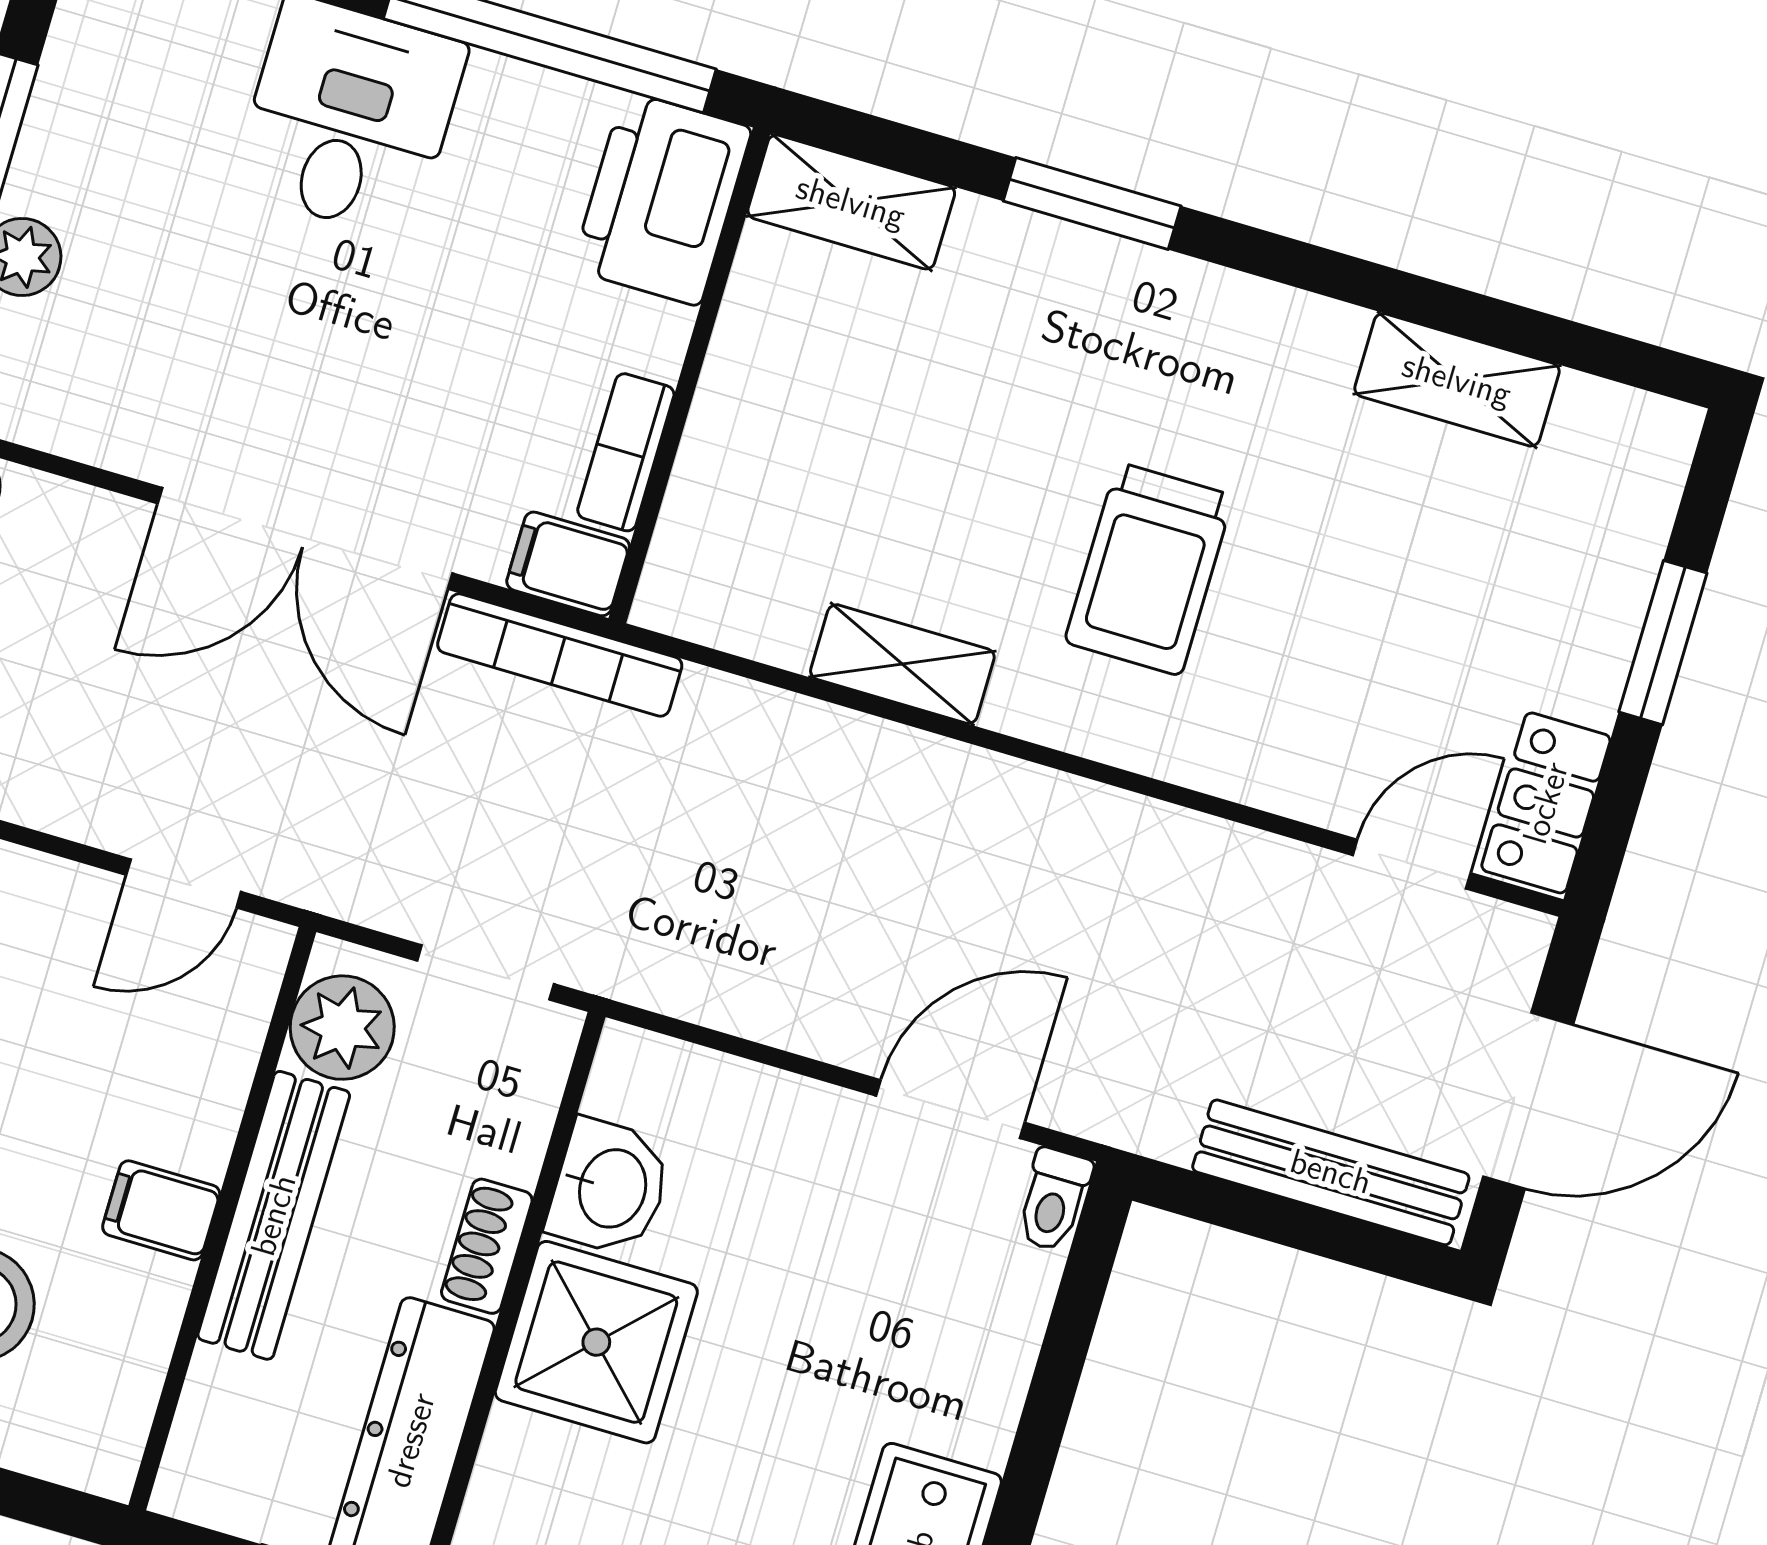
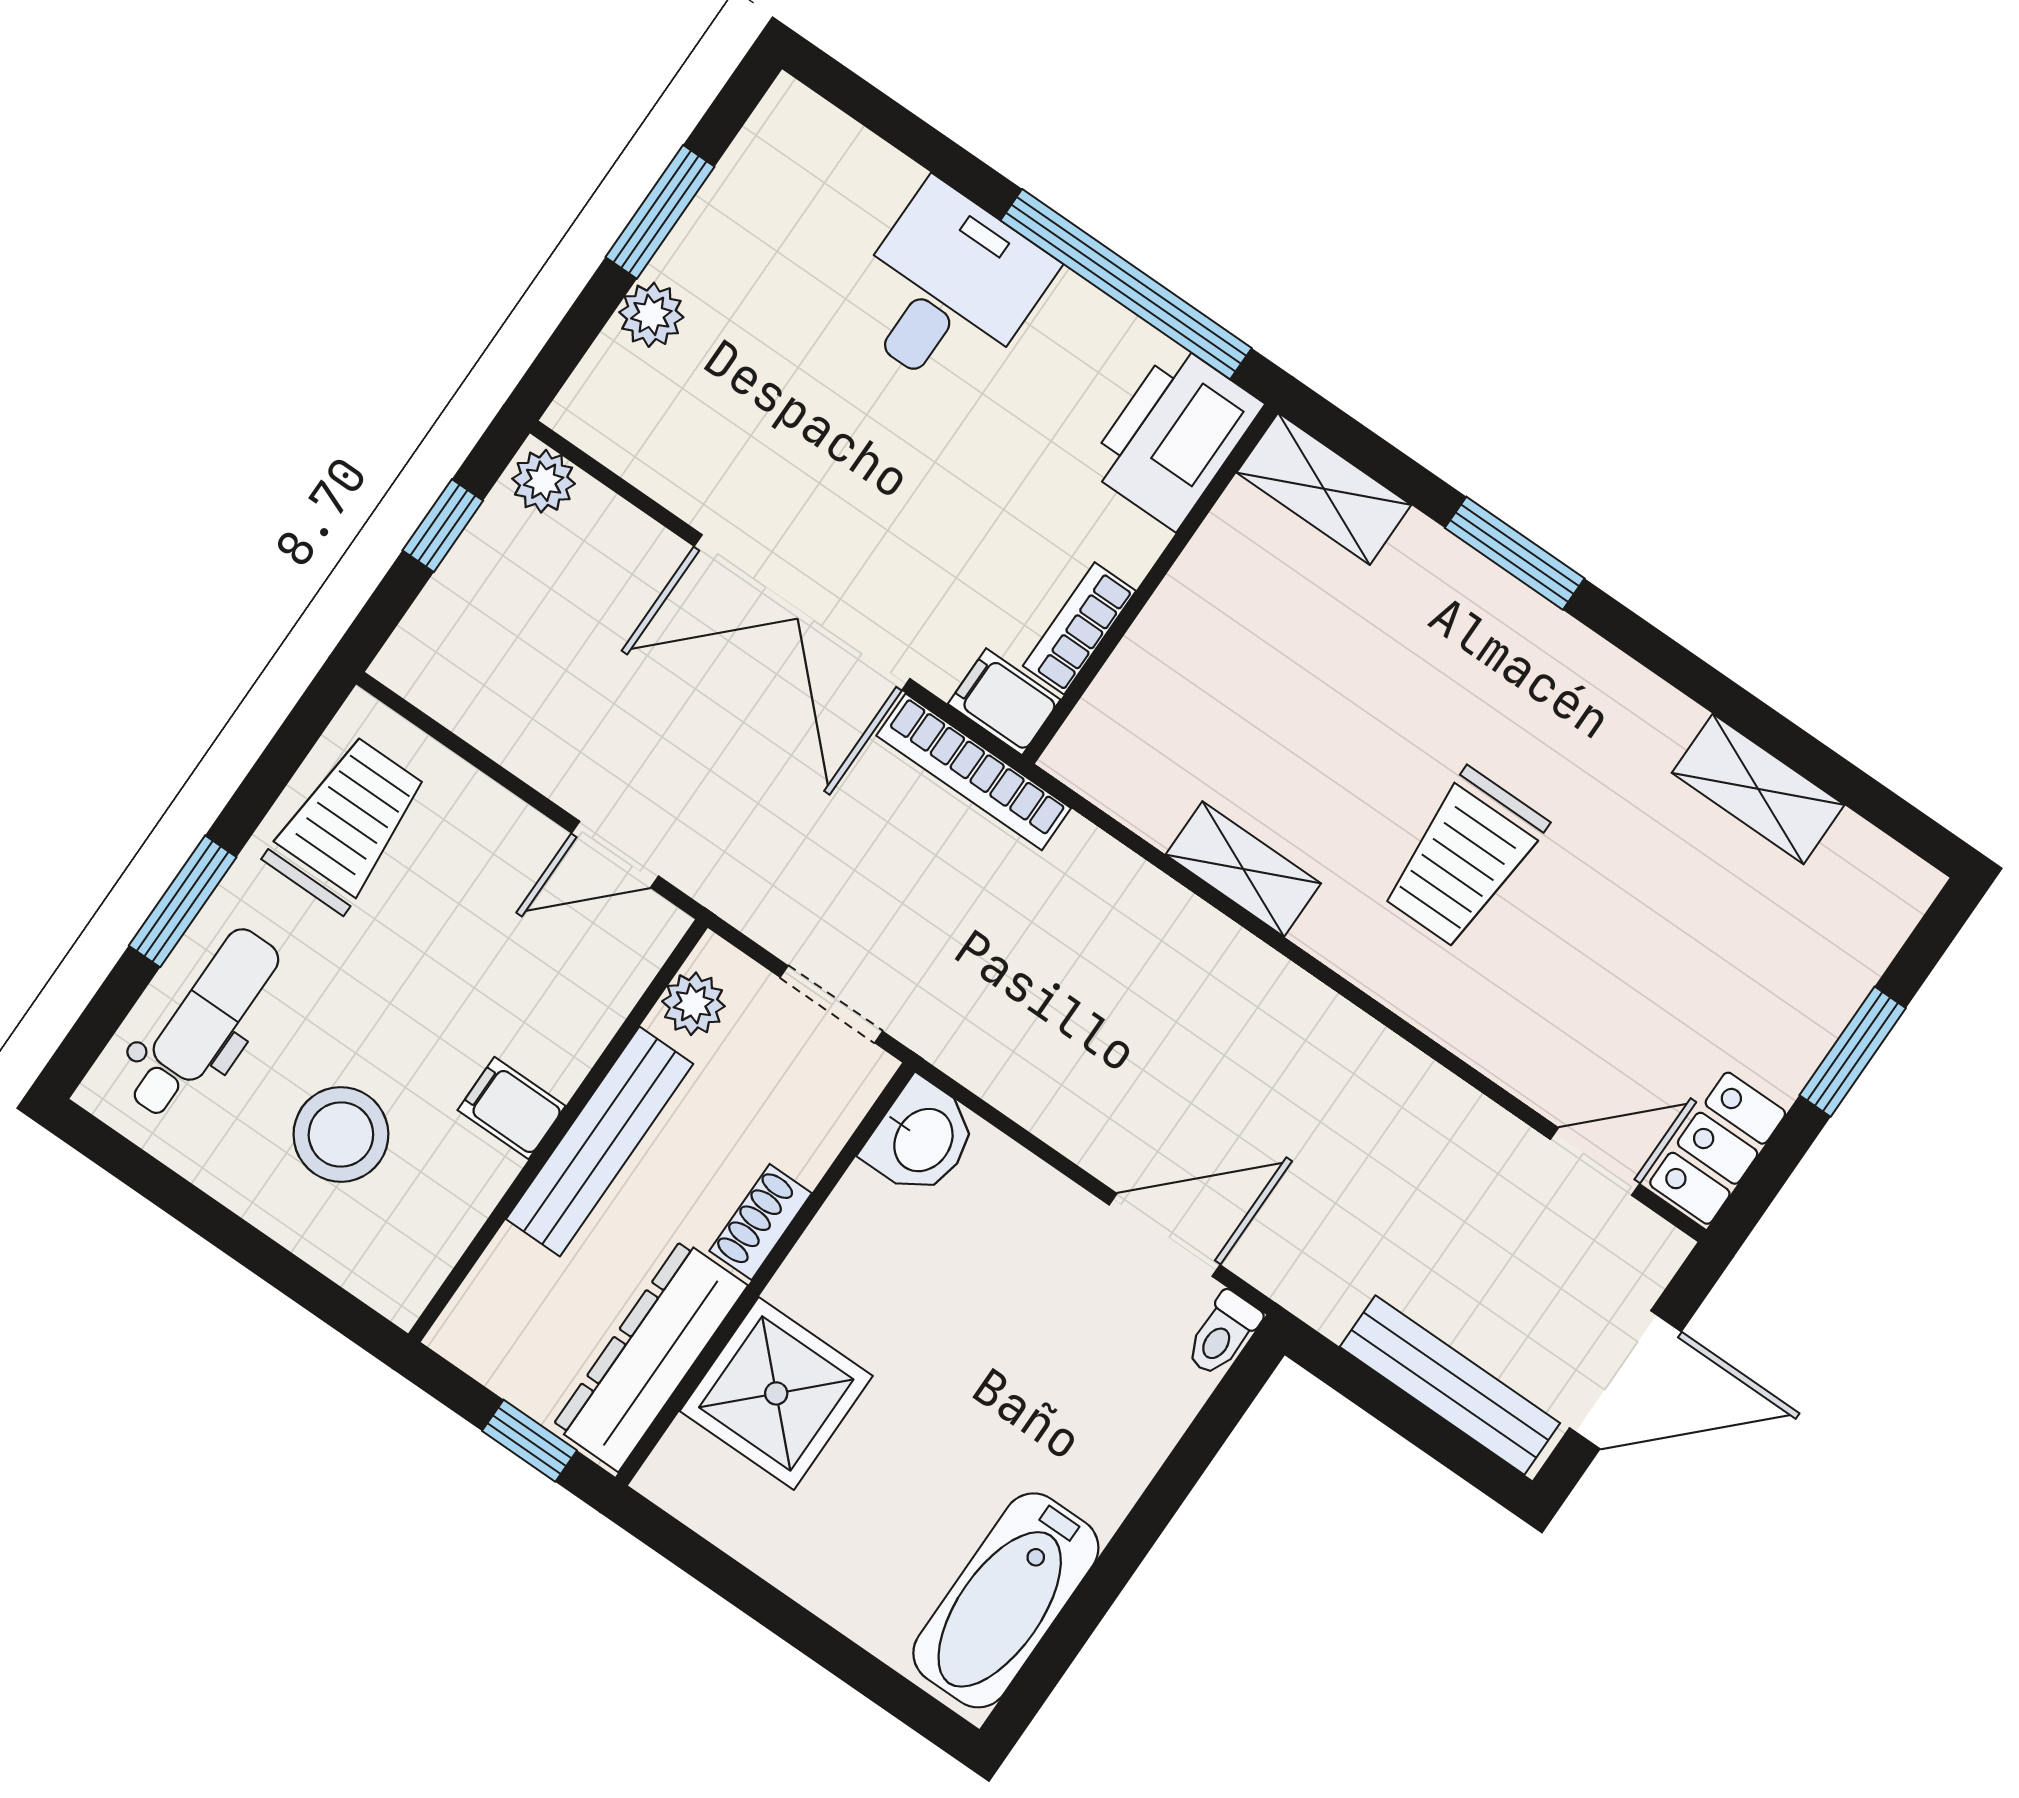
plant: (342, 1028) -> (693, 1004), width x0.73, depth x0.73
washbasin: (610, 1188) -> (921, 1139), moved
shower: (596, 1342) -> (776, 1393), moved

